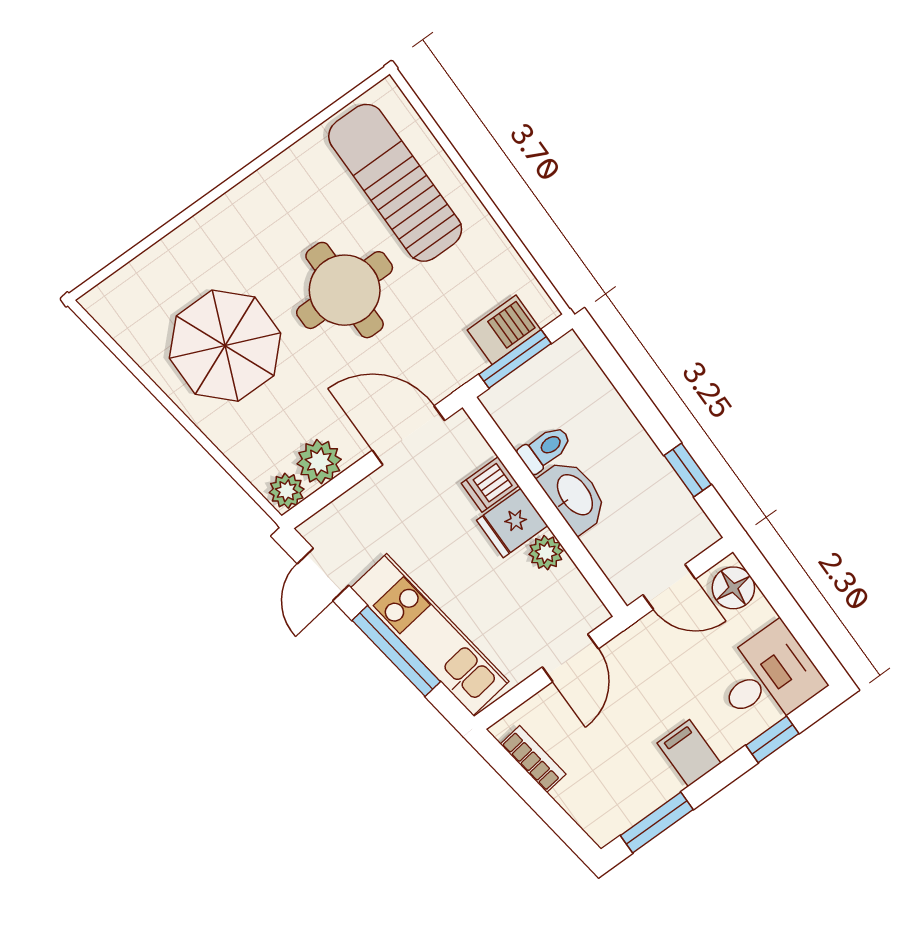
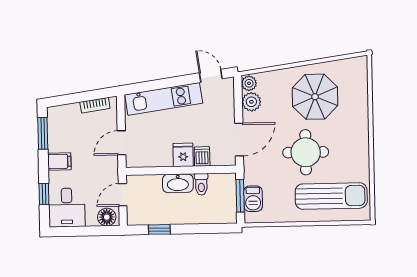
plant: (546, 553) -> (165, 160), removed
window: (396, 651) -> (166, 83), removed
door: (570, 658) -> (122, 143), hinge flipped

